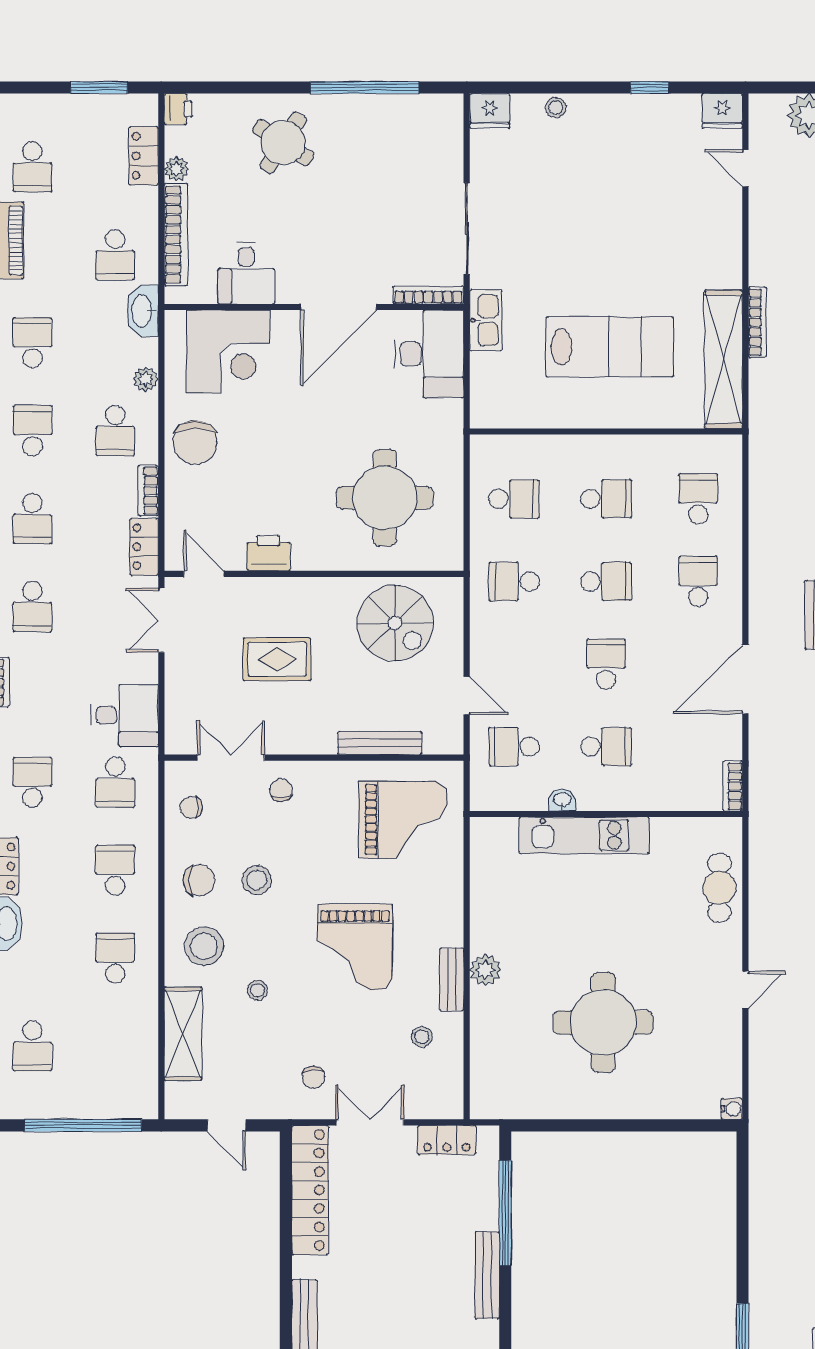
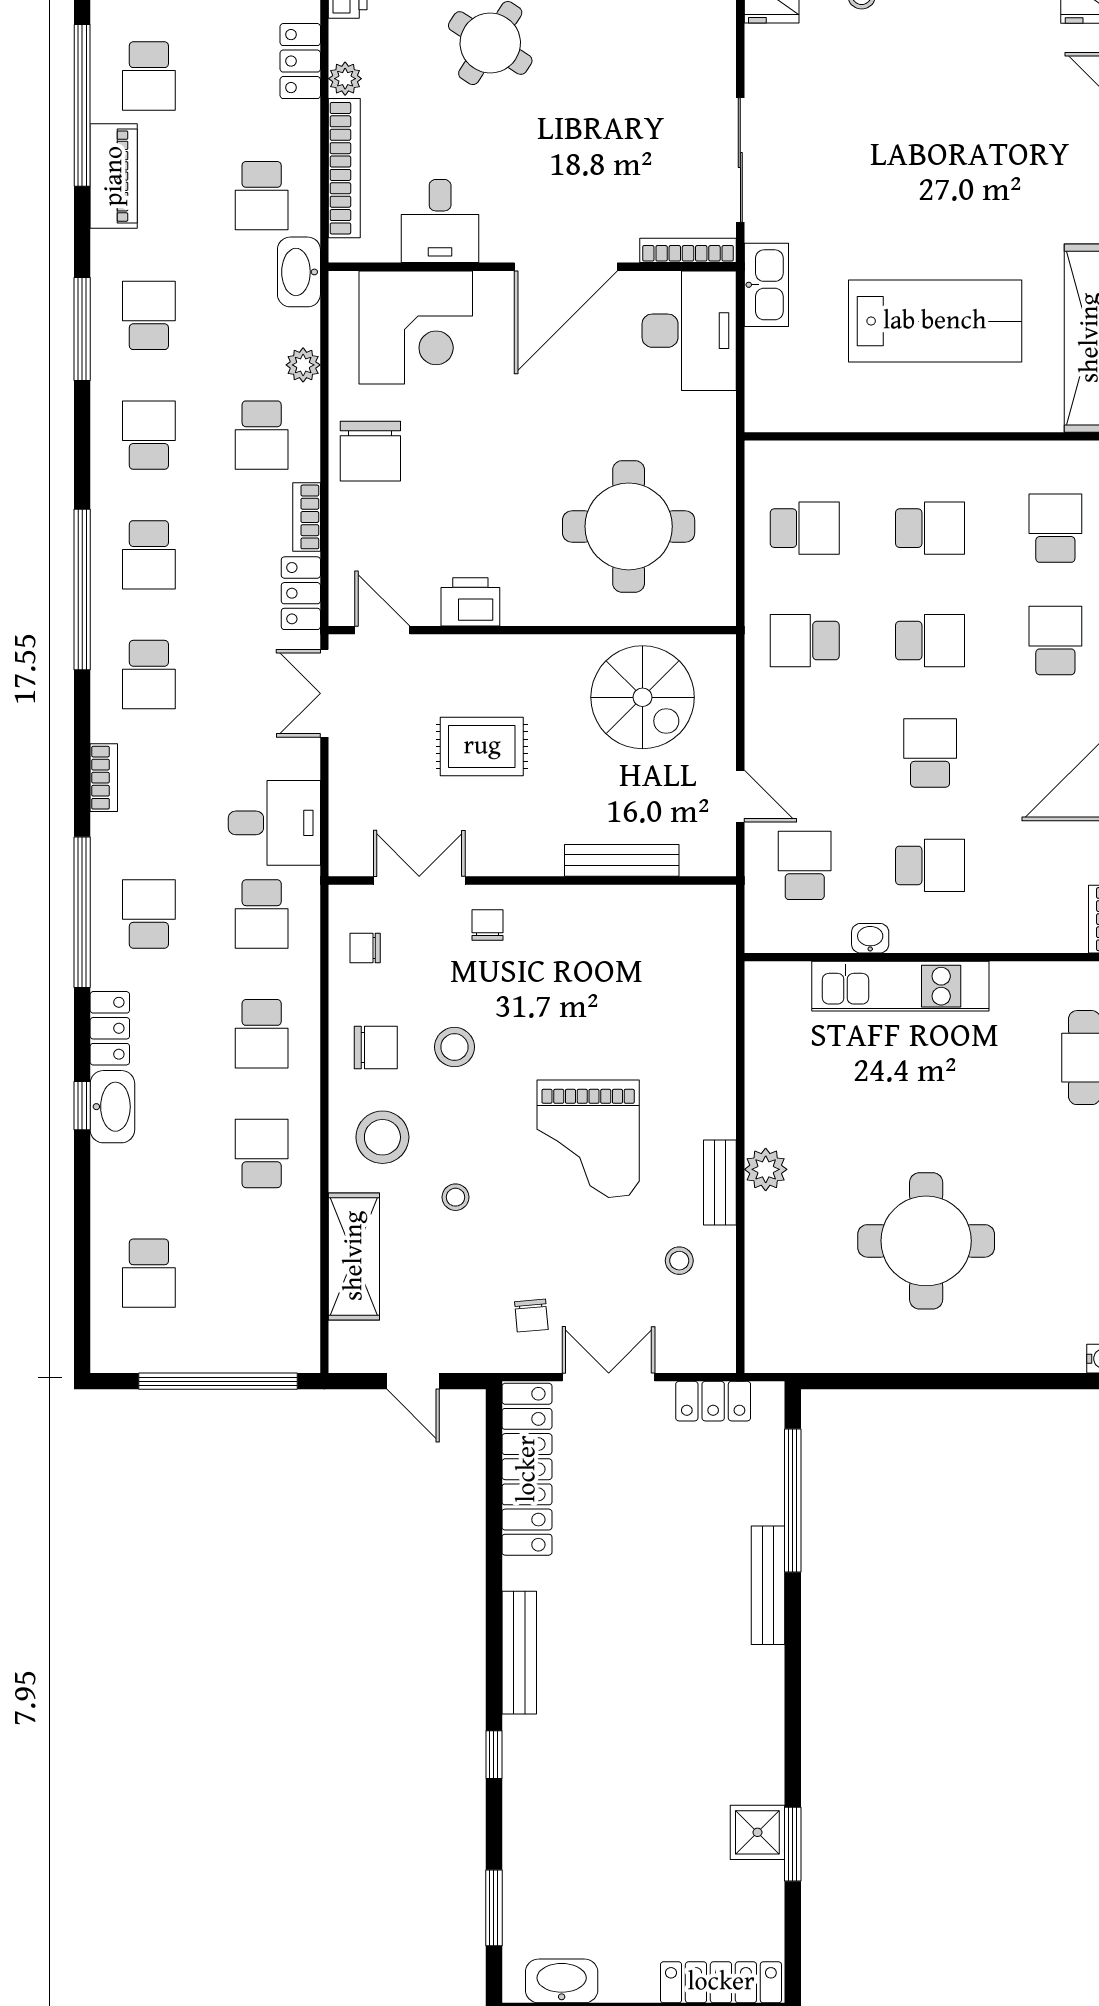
school desk: (514, 747) -> (805, 865), turned 90
grand piano: (403, 820) -> (654, 965), removed
school desk: (115, 870) -> (262, 1034), turned 180

